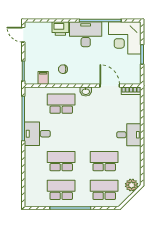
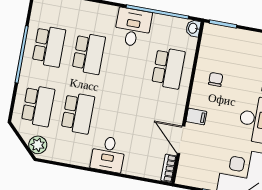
filing cabinet: (43, 78) -> (196, 117), moved
door: (110, 86) -> (181, 140), swing flipped
washbasin: (86, 91) -> (193, 28), moved

